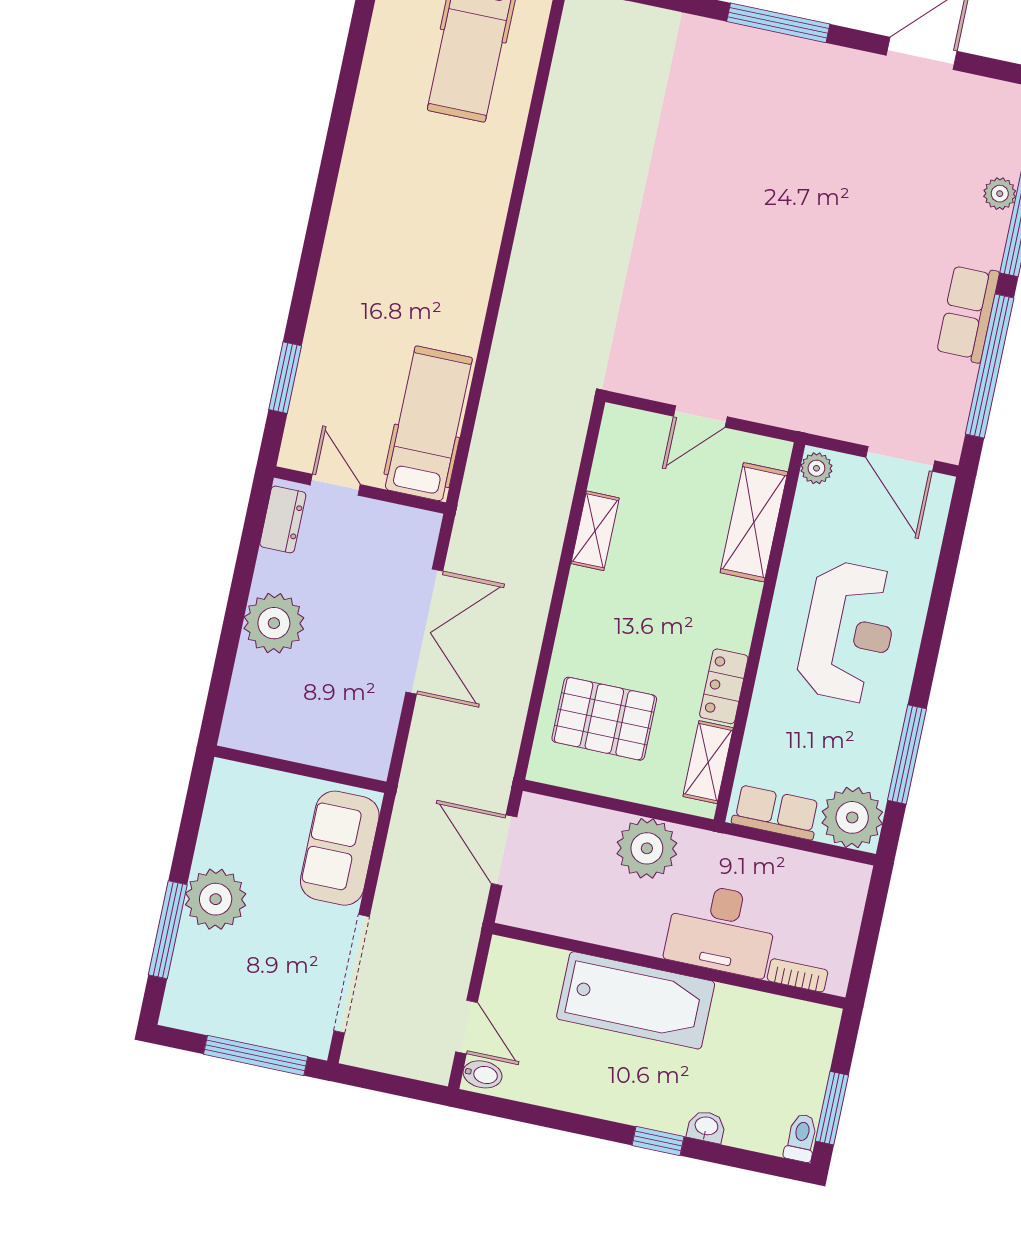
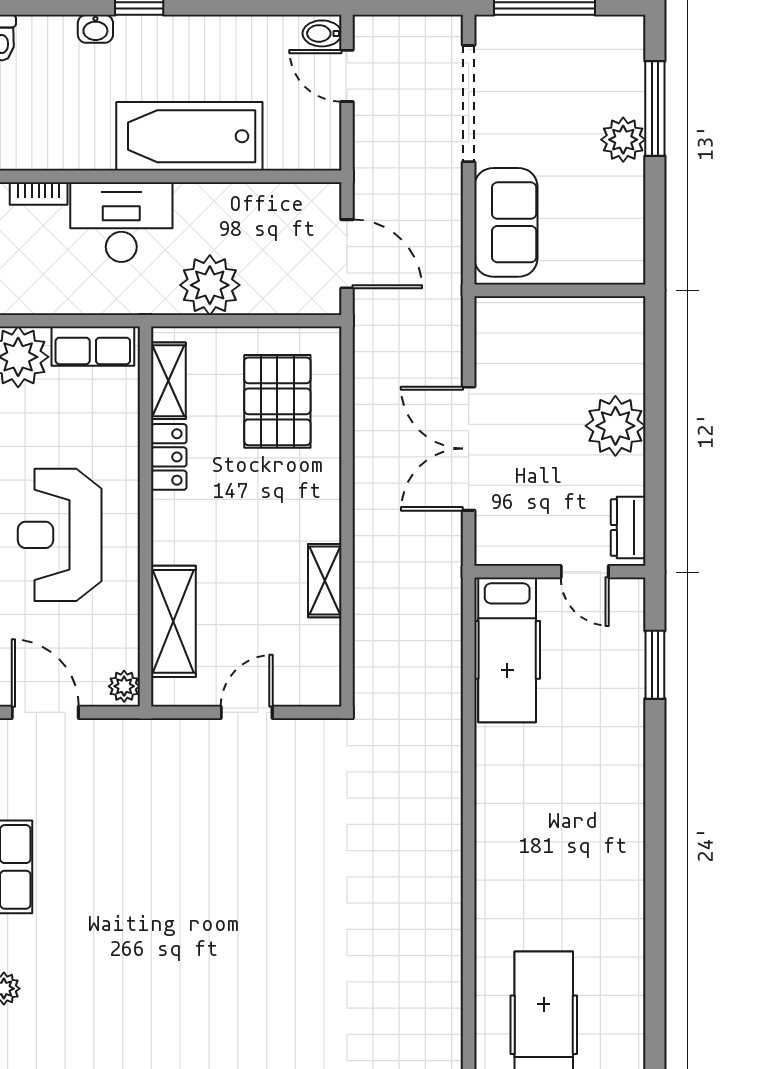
pallet: (604, 719) -> (277, 401), turned 90
plant: (216, 899) -> (623, 140), width x0.73, depth x0.73

